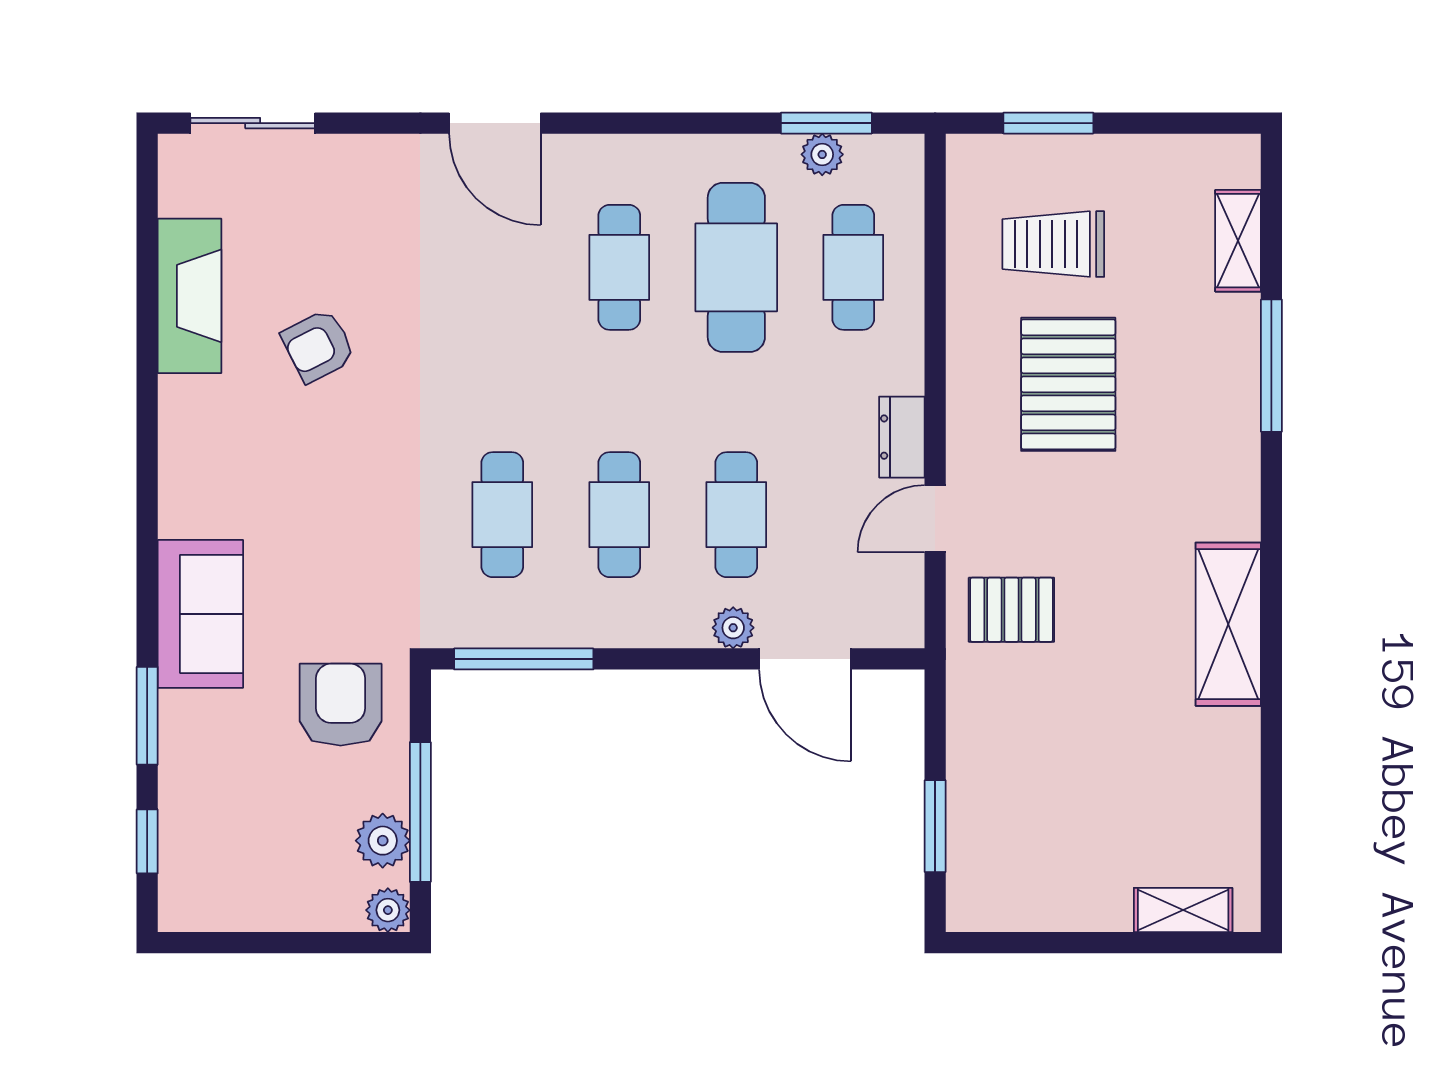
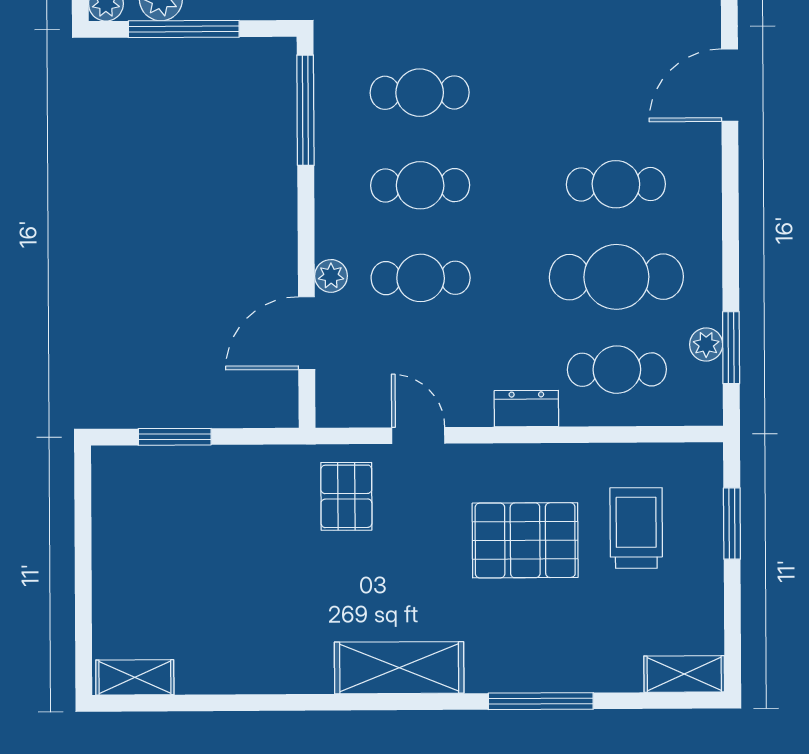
shelving: (1238, 241) -> (684, 674), moved
dresser: (902, 437) -> (526, 409), moved
shelving: (1228, 624) -> (399, 668), moved
shelving: (1183, 910) -> (135, 677), moved, turned 90

